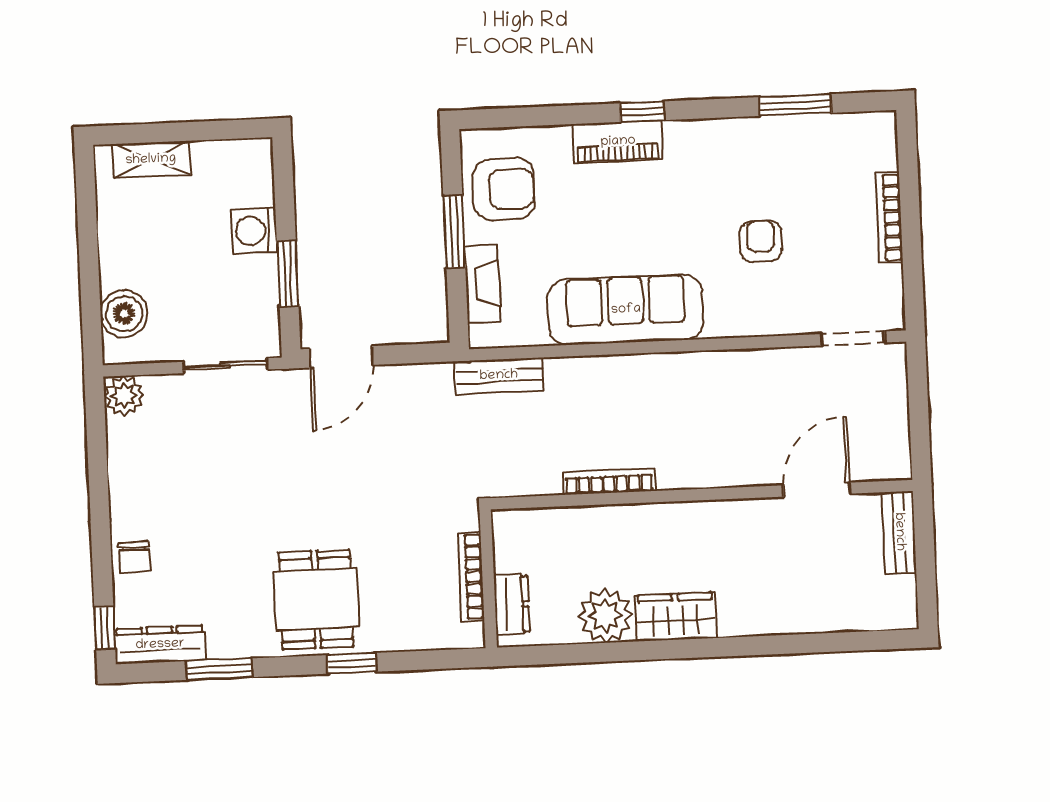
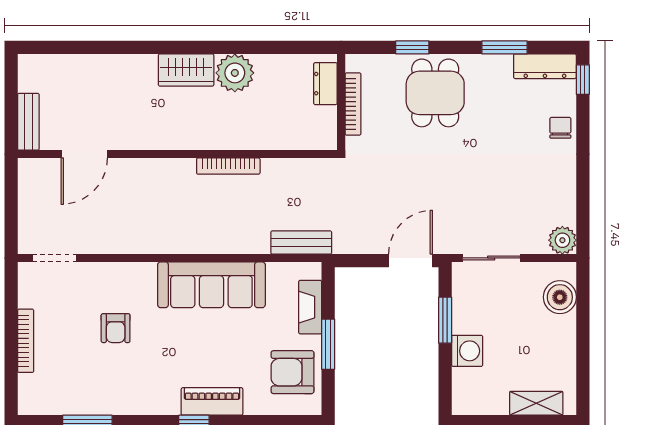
bookcase: (471, 577) -> (353, 104), moved
wall: (488, 579) -> (341, 102), moved
dresser: (512, 604) -> (325, 84), moved

